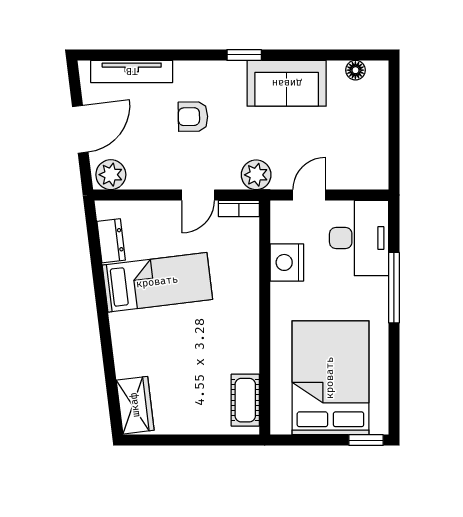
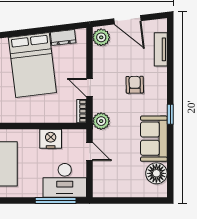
floor lamp: (355, 70) -> (156, 173), width x1.89, depth x1.89
tv unit: (132, 71) -> (161, 49), width x0.71
bed: (157, 282) -> (32, 65), width x1.50
window: (394, 288) -> (56, 200), moved

